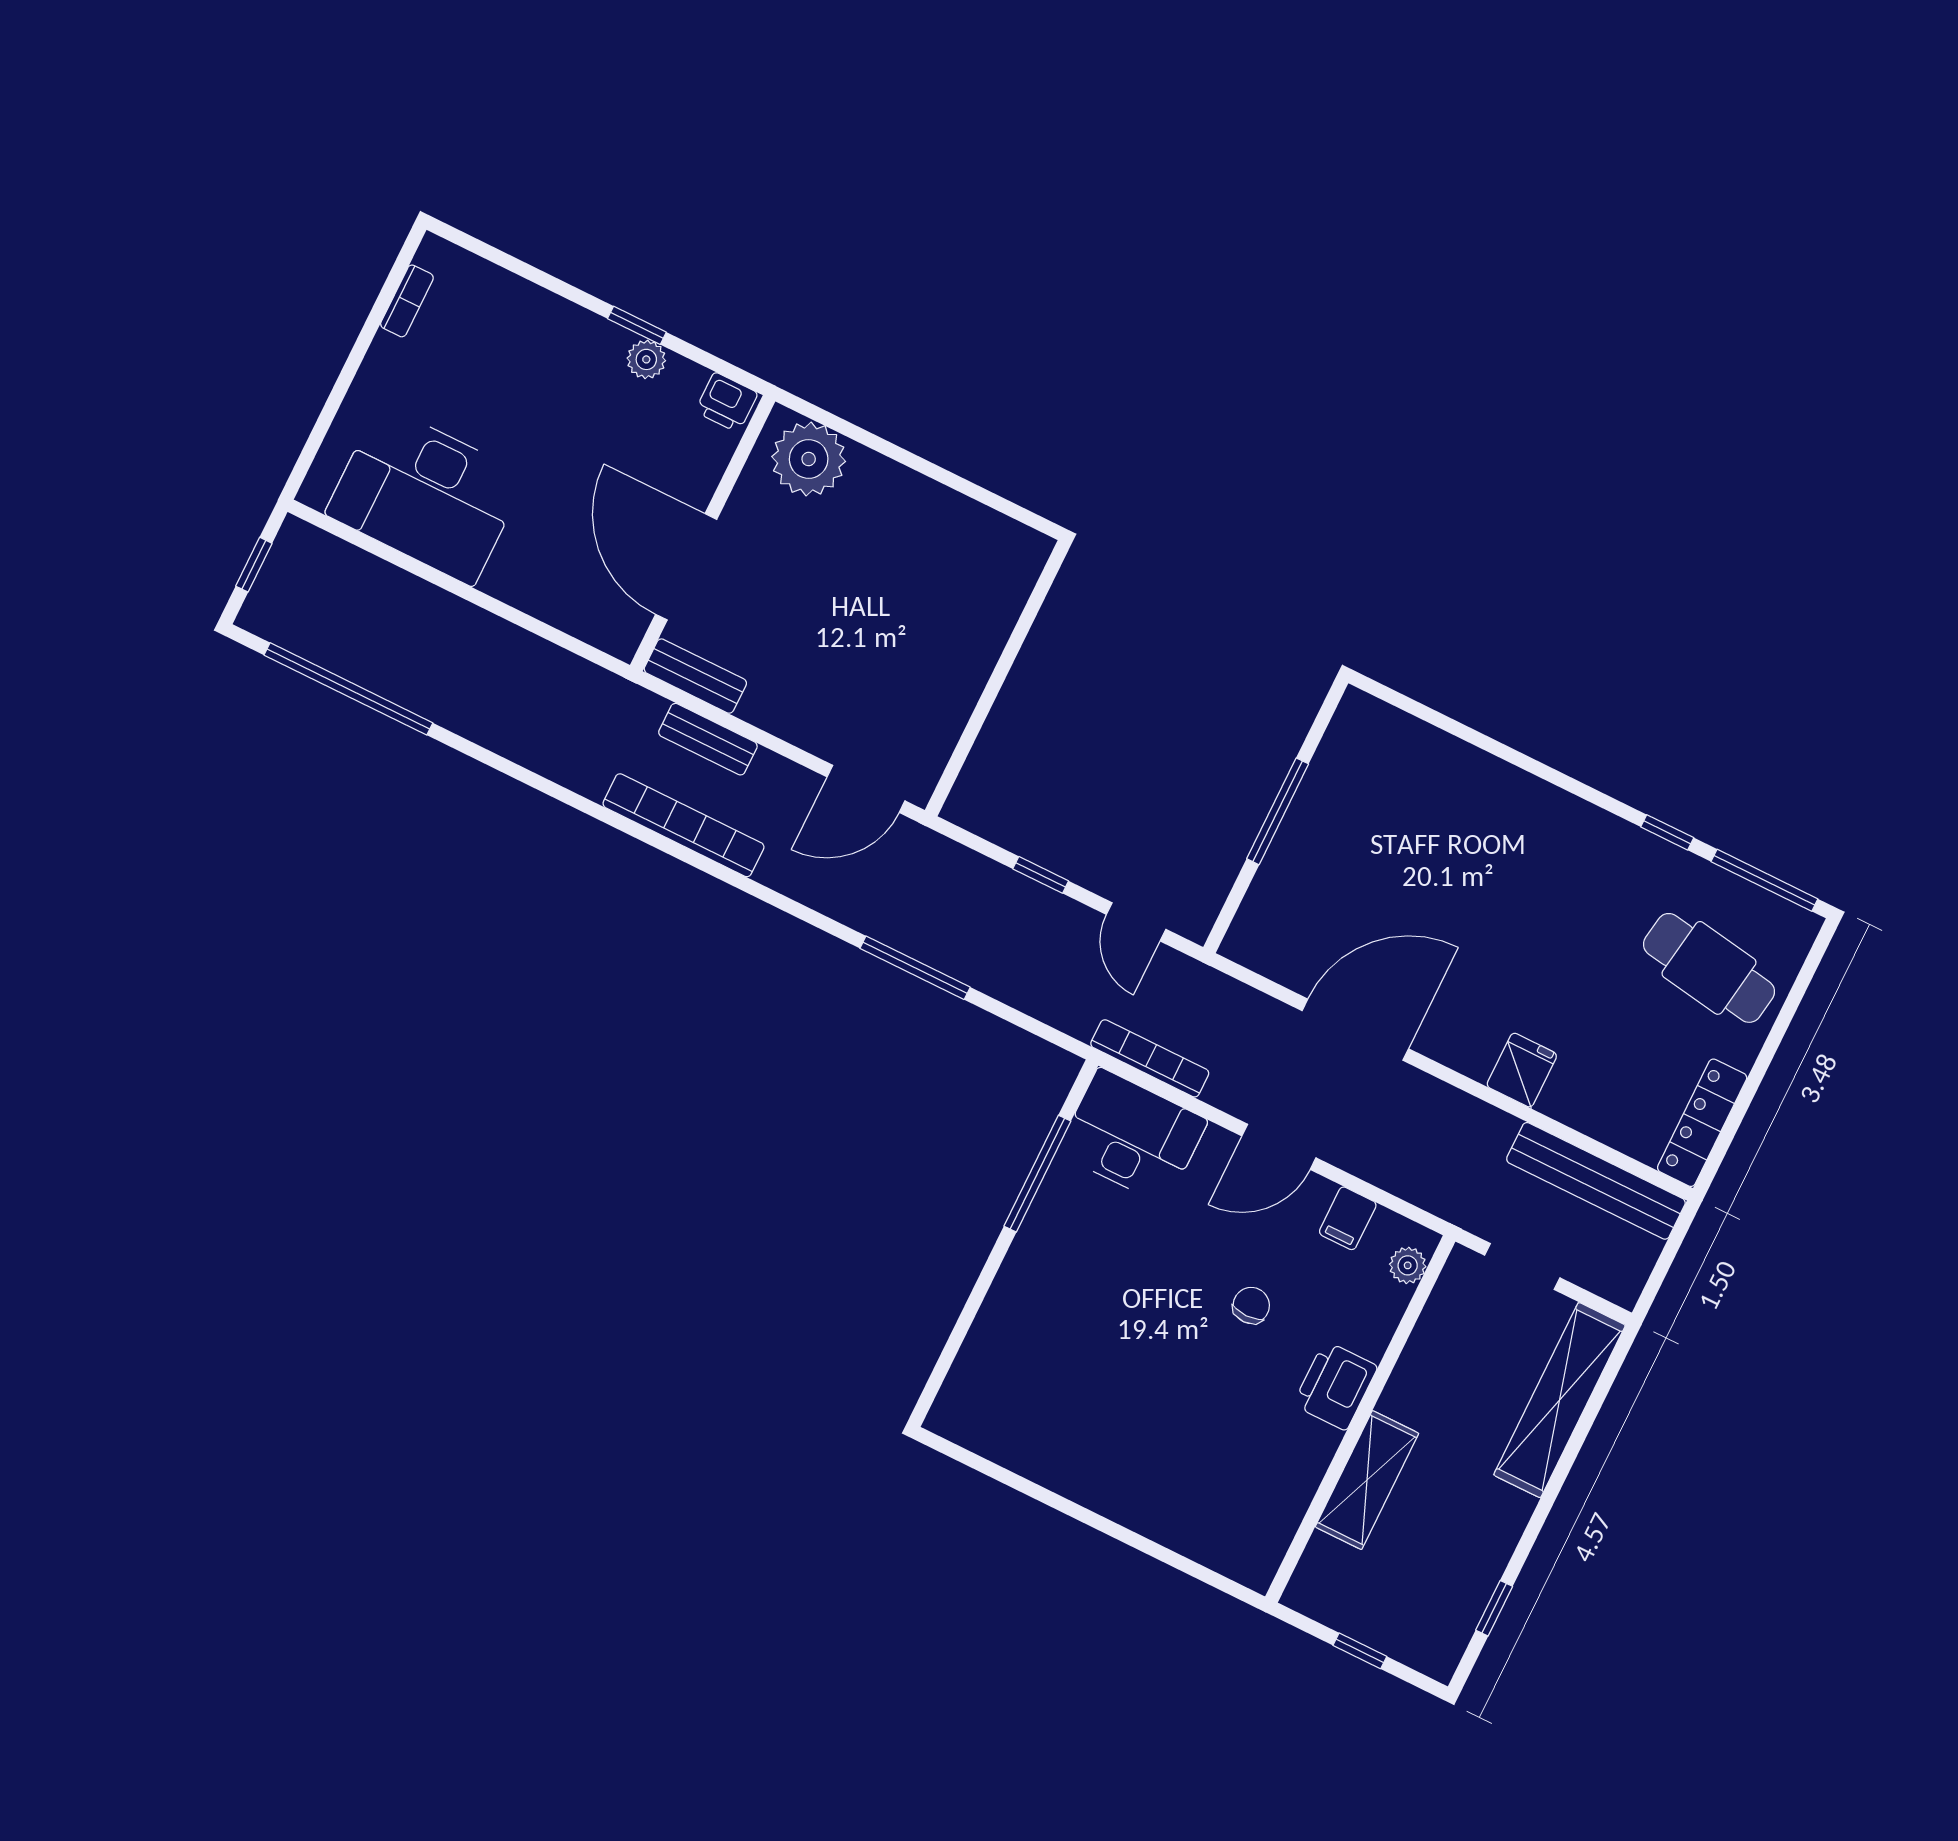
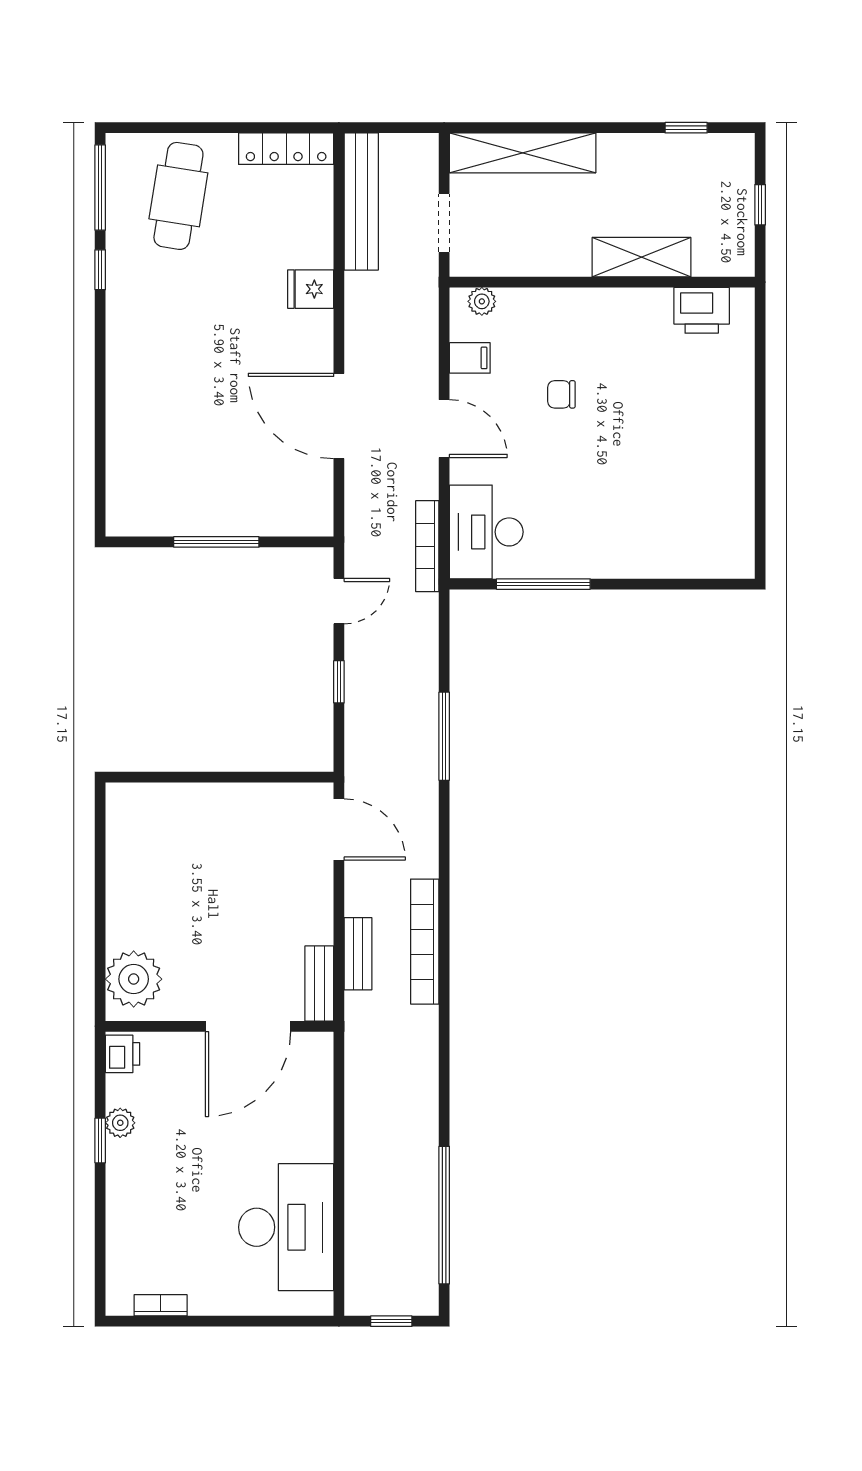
printer: (1335, 1386) -> (702, 310), moved

